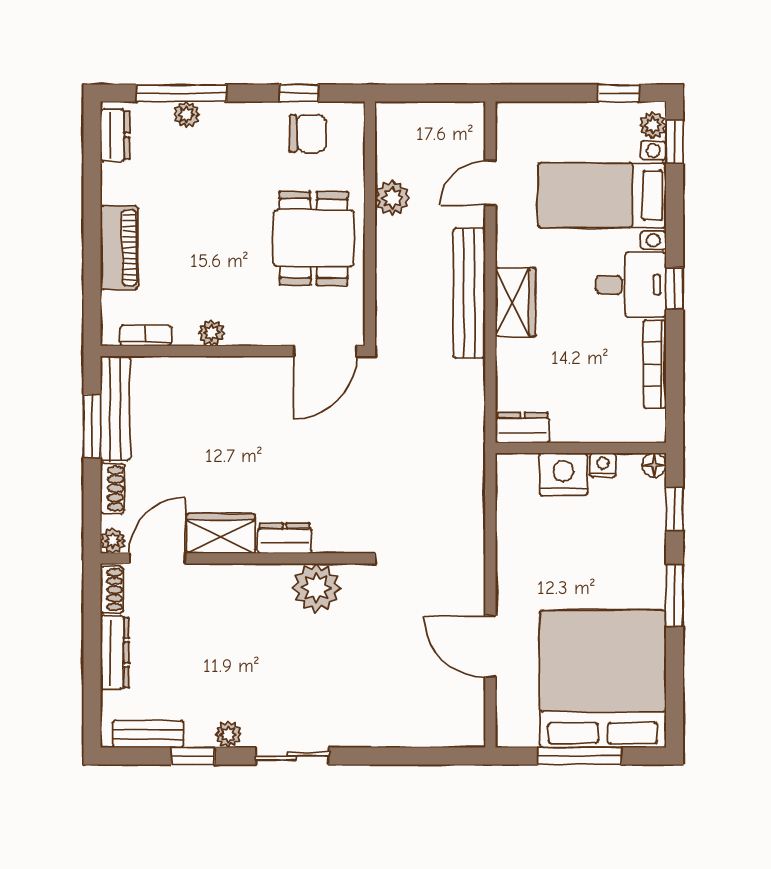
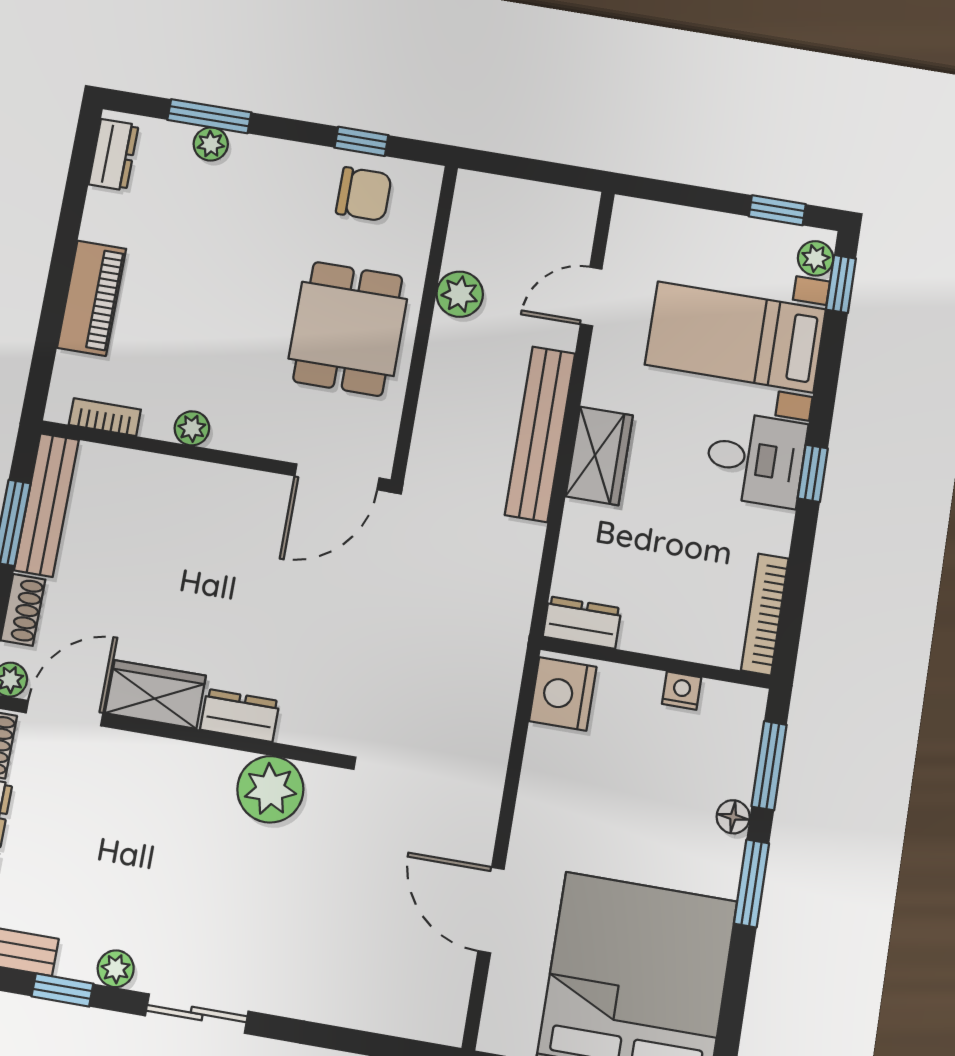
window: (181, 93) -> (209, 116), width x0.69
bookcase: (655, 364) -> (765, 614), moved
floor lamp: (654, 465) -> (733, 817), moved
nightstand: (563, 474) -> (563, 694), moved, turned -90
window: (674, 509) -> (769, 766), width x1.50

